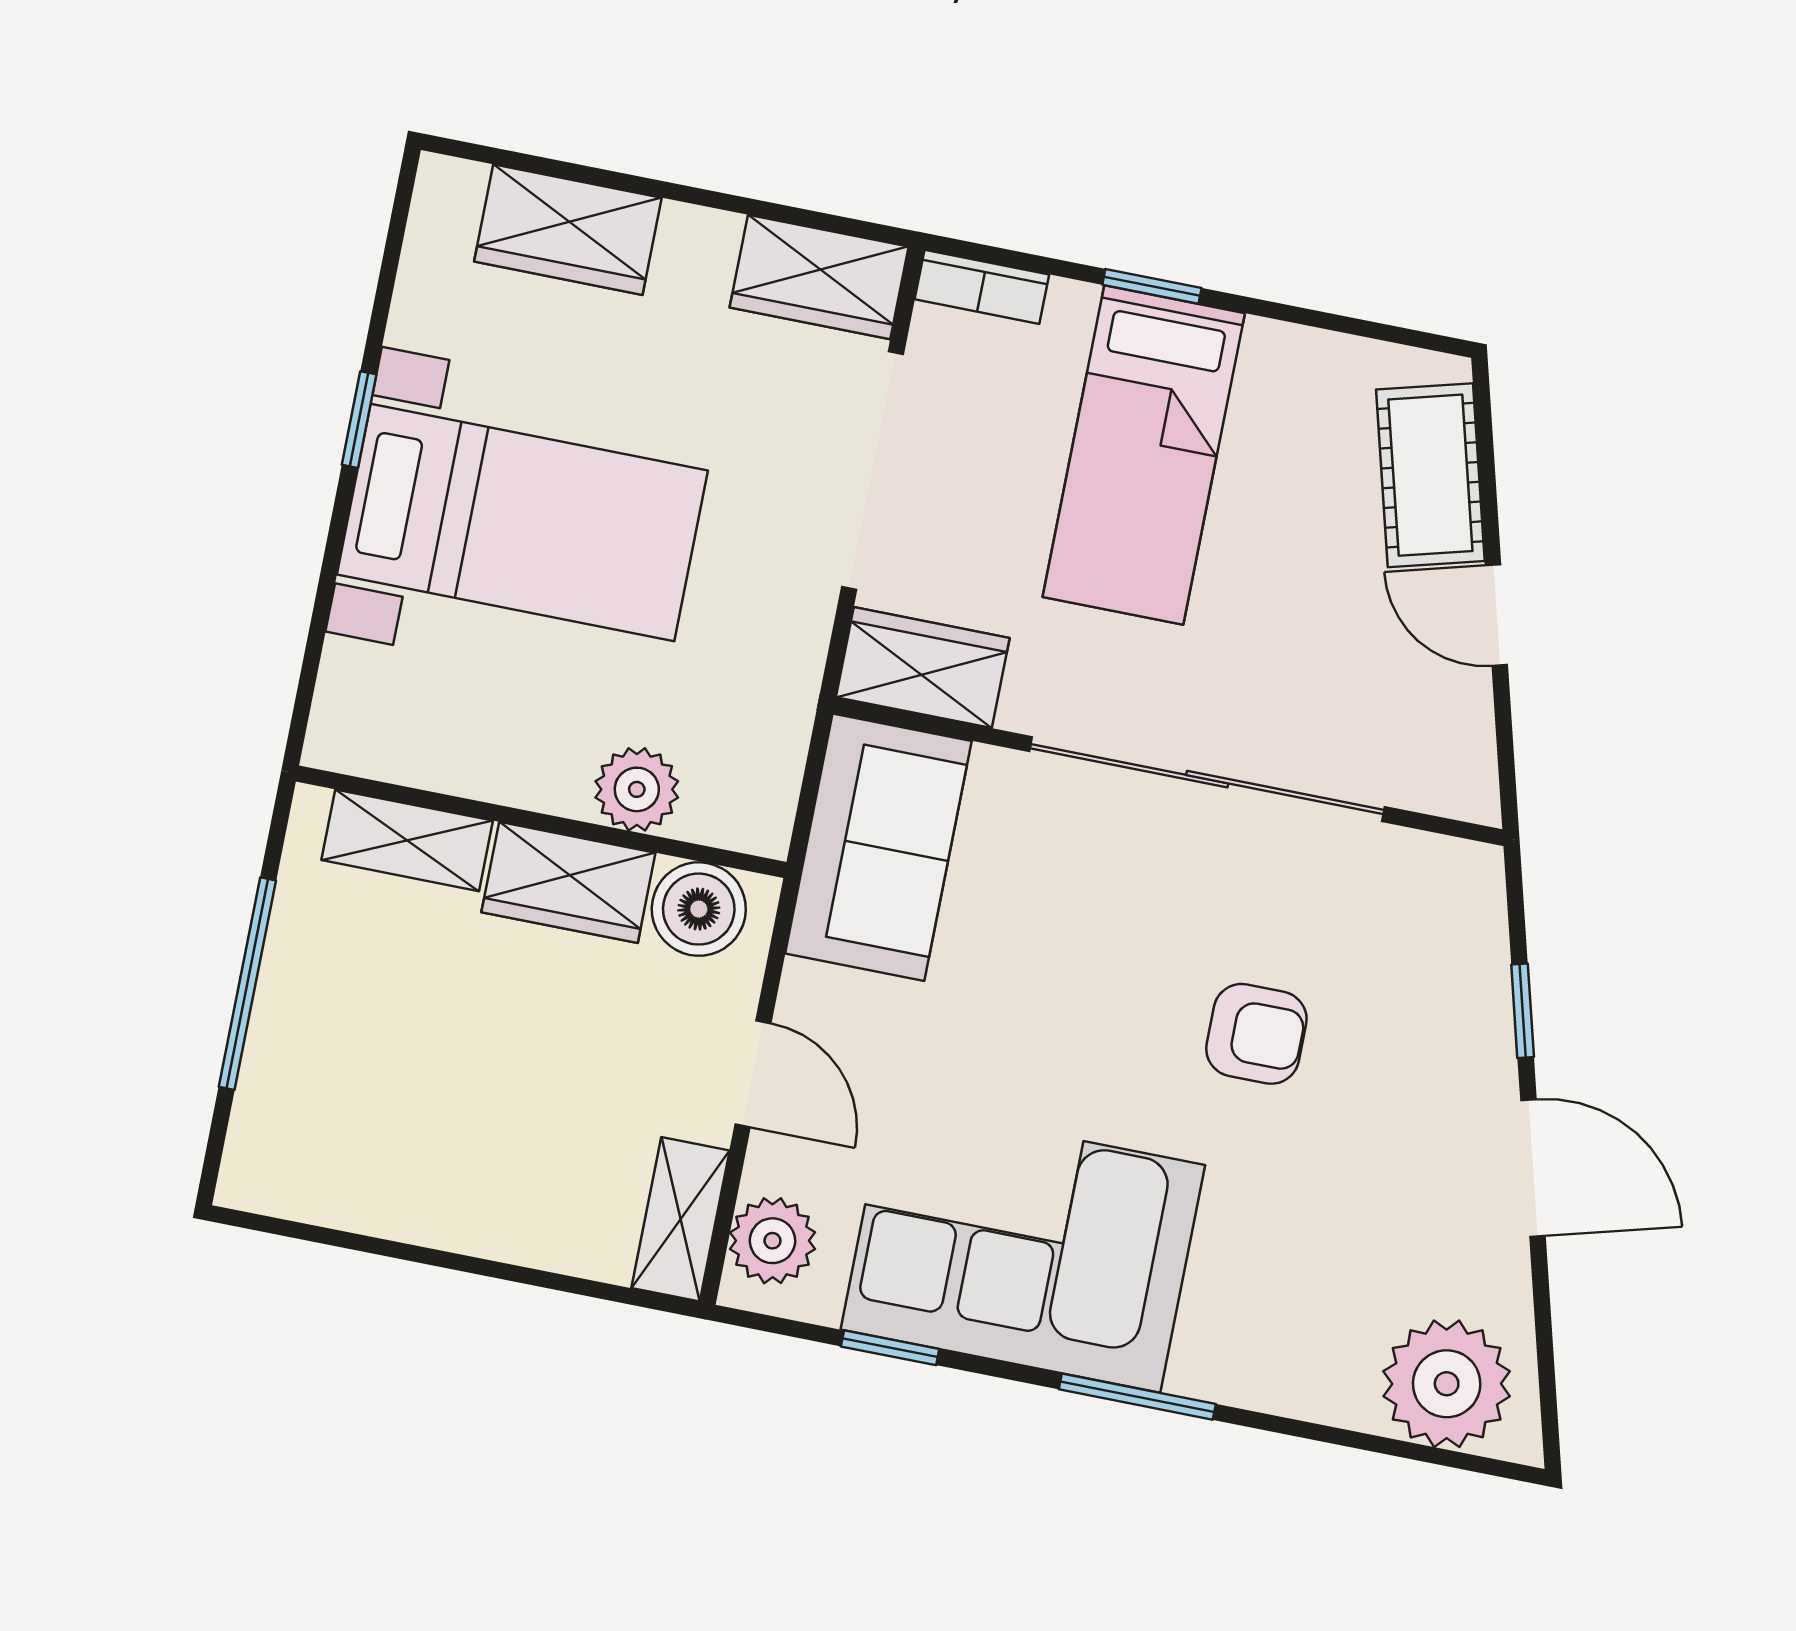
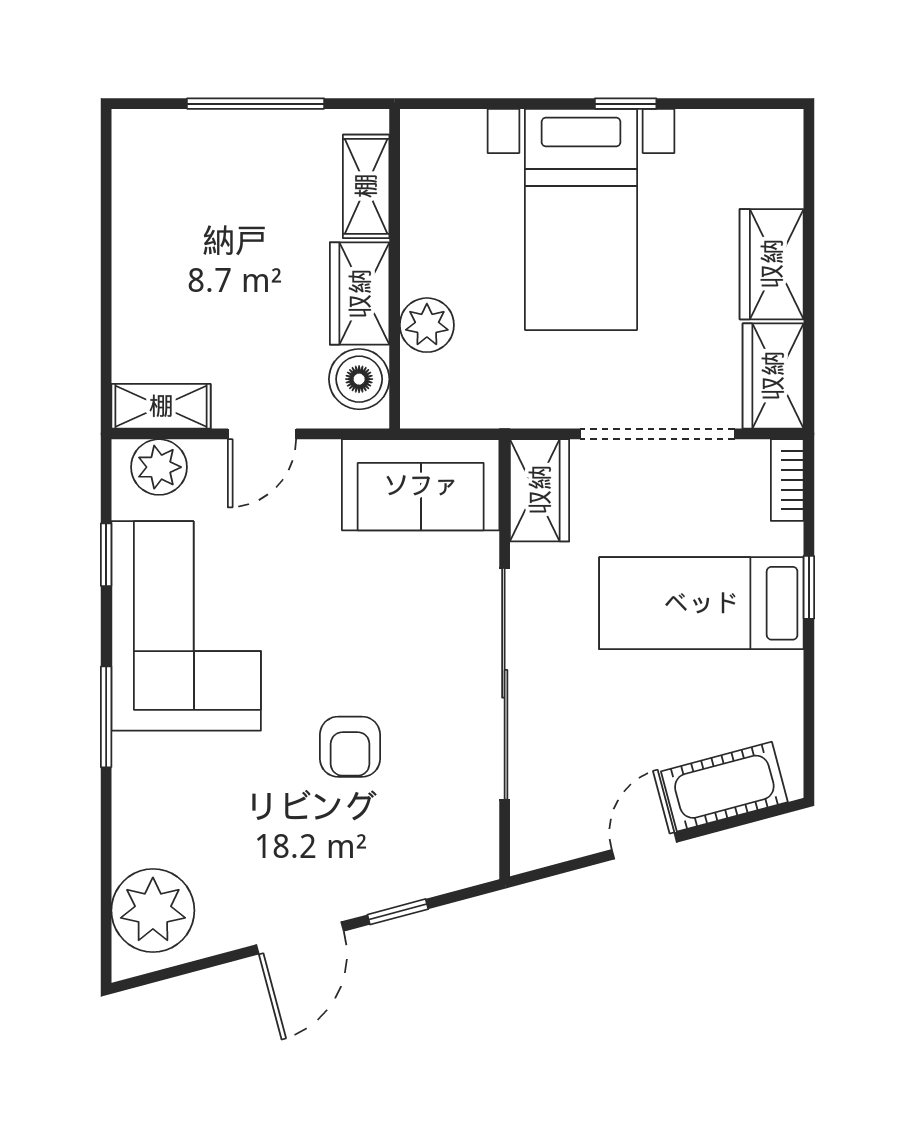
wardrobe: (568, 230) -> (772, 264), moved

